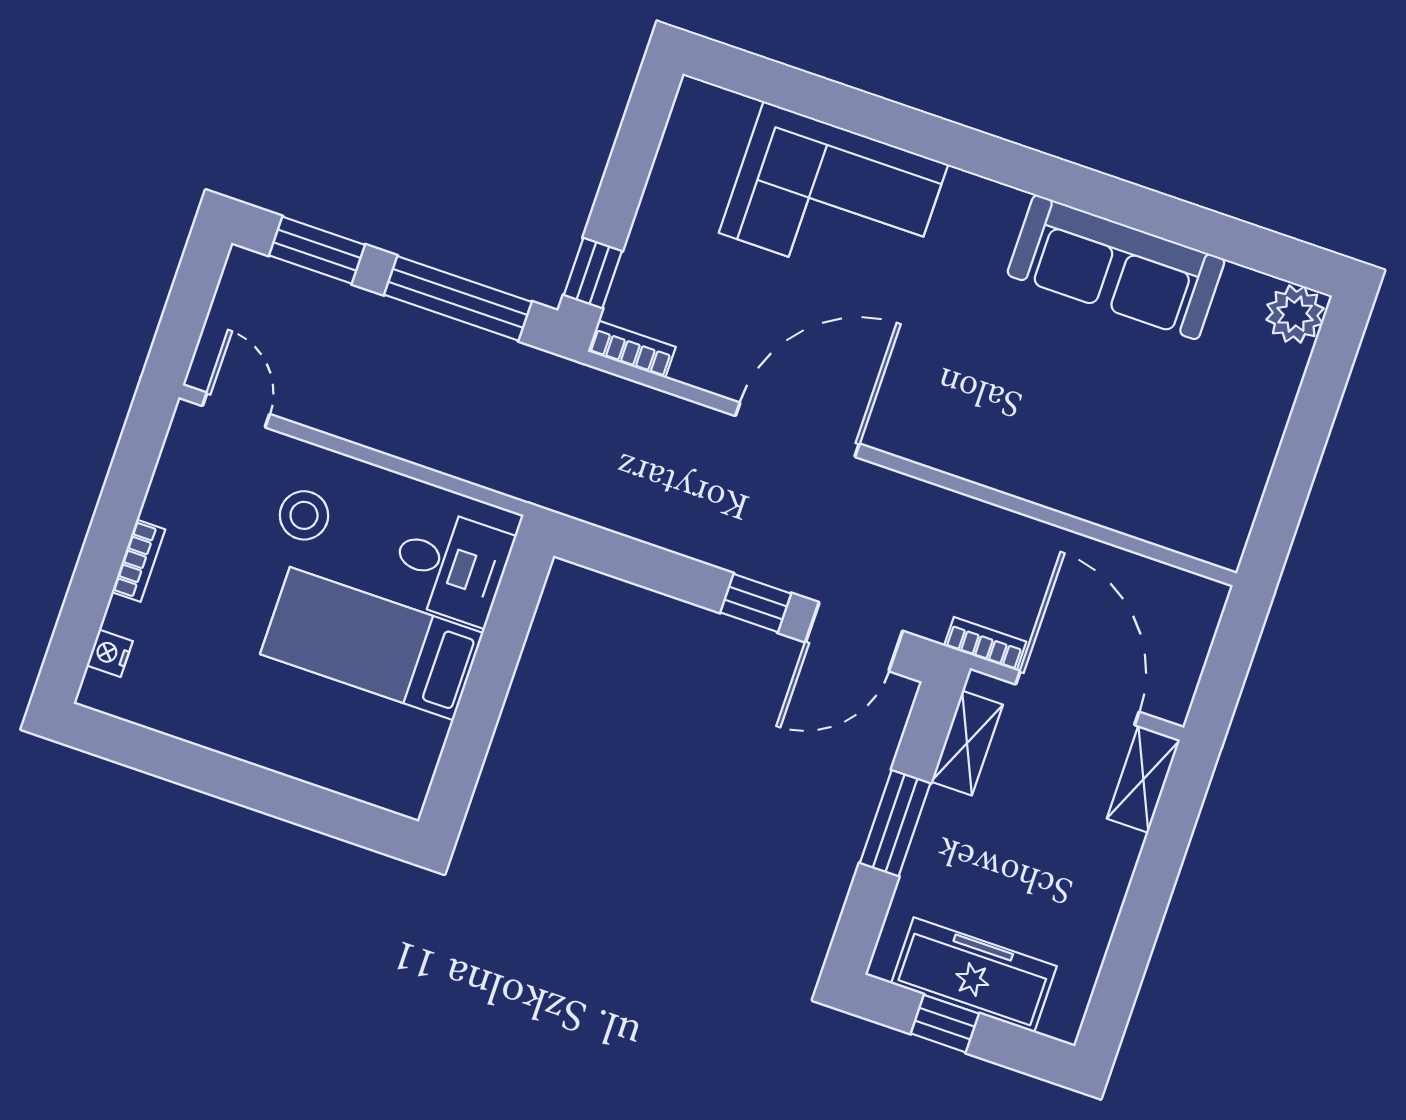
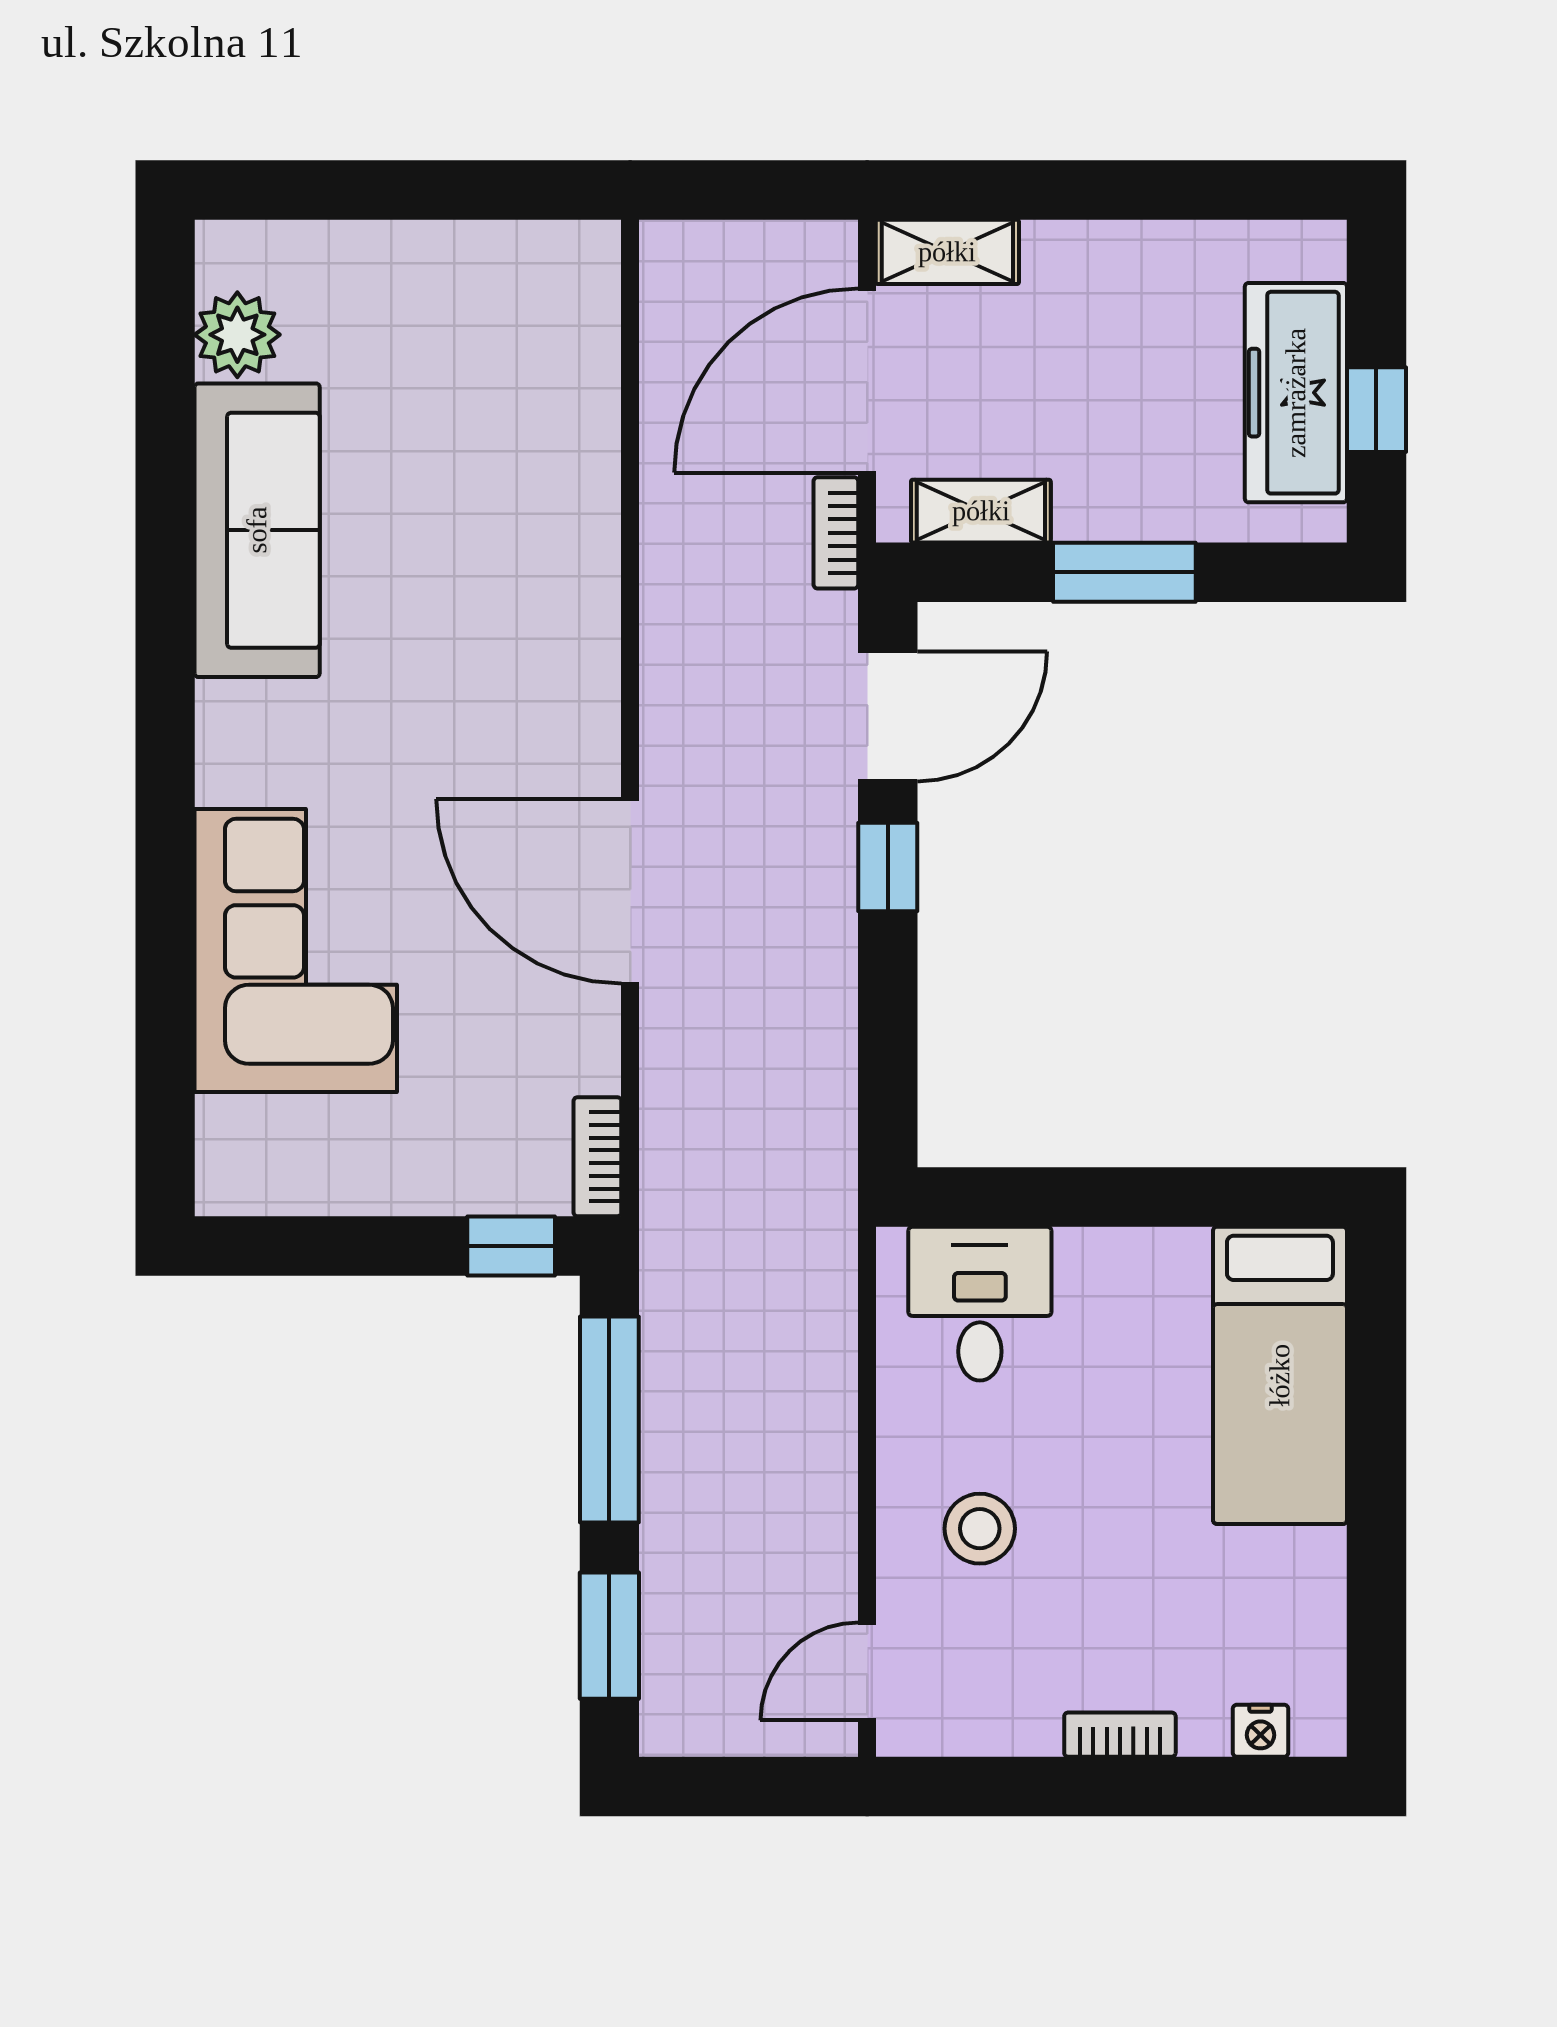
plant: (1295, 314) -> (237, 335), moved
door: (854, 637) -> (888, 716), hinge flipped
bed: (372, 644) -> (1280, 1375), moved

